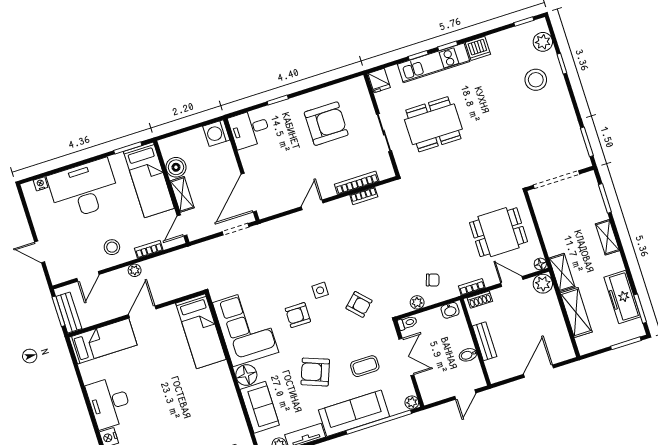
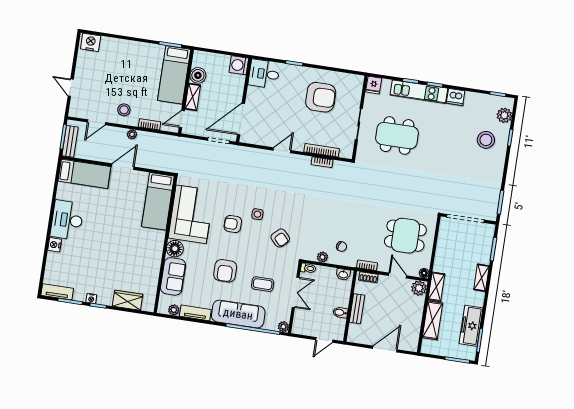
nightstand: (41, 184) -> (91, 42), width x1.89, depth x1.79
desk: (84, 189) -> (124, 59), removed
armchair: (315, 372) -> (225, 271), turned -111

